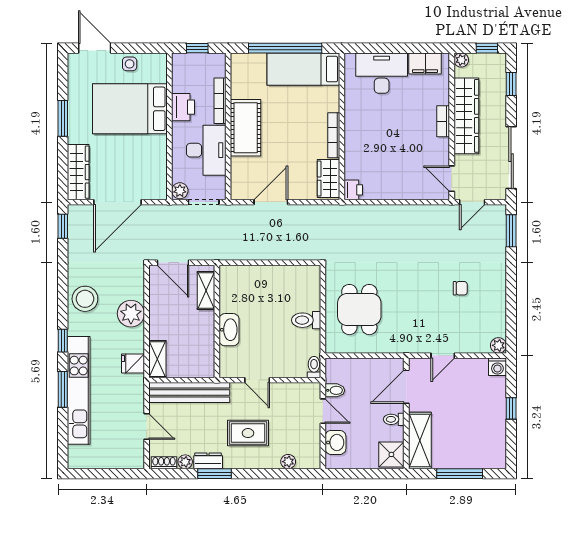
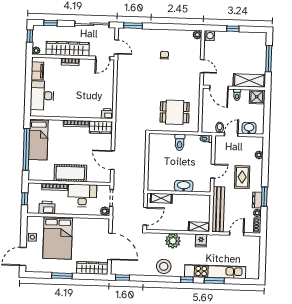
printer: (183, 107) -> (47, 208), moved

